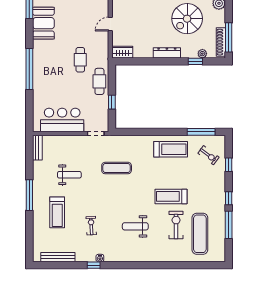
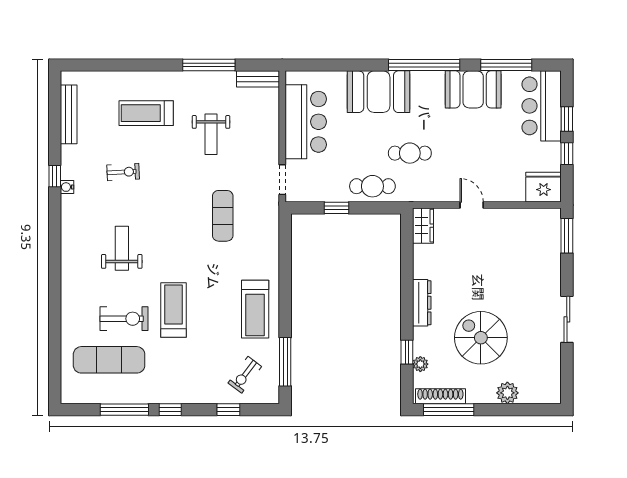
window: (29, 69) -> (424, 65), moved
booth: (45, 78) -> (379, 92), added
window: (29, 195) -> (209, 65), moved

